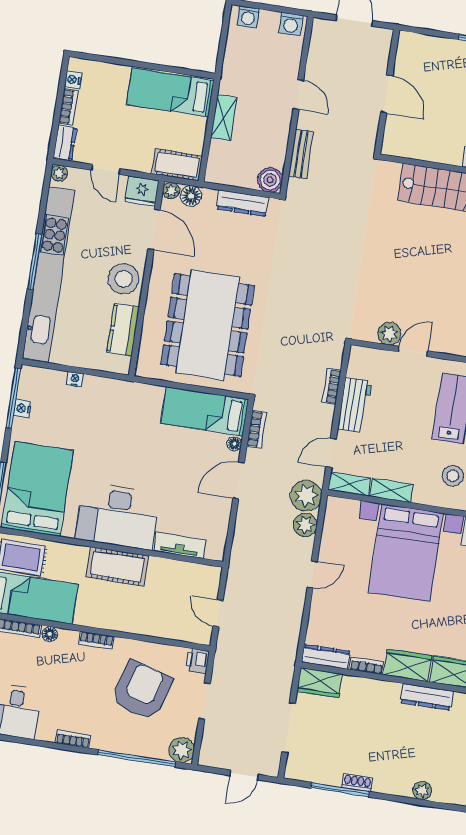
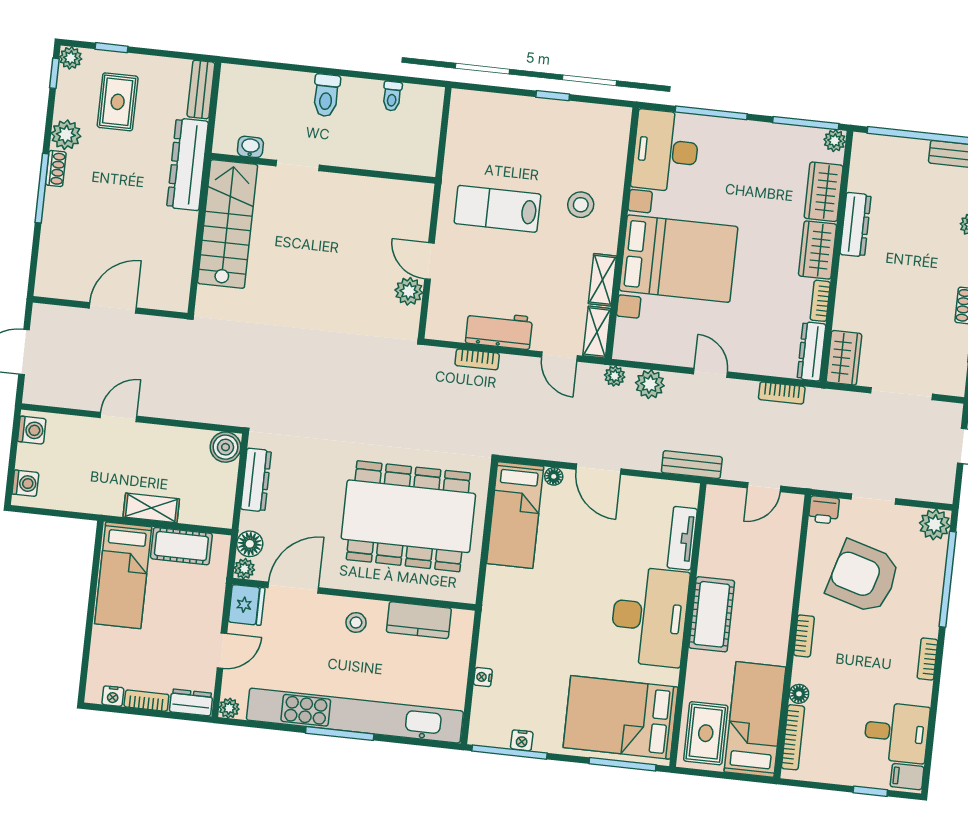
bench: (301, 154) -> (692, 465), moved
cot: (177, 165) -> (181, 546), moved, turned 90
stool: (124, 279) -> (356, 623), width x0.53, depth x0.53
bookcase: (257, 429) -> (782, 393), moved, turned 180
plant: (306, 496) -> (615, 376), width x0.53, depth x0.53

